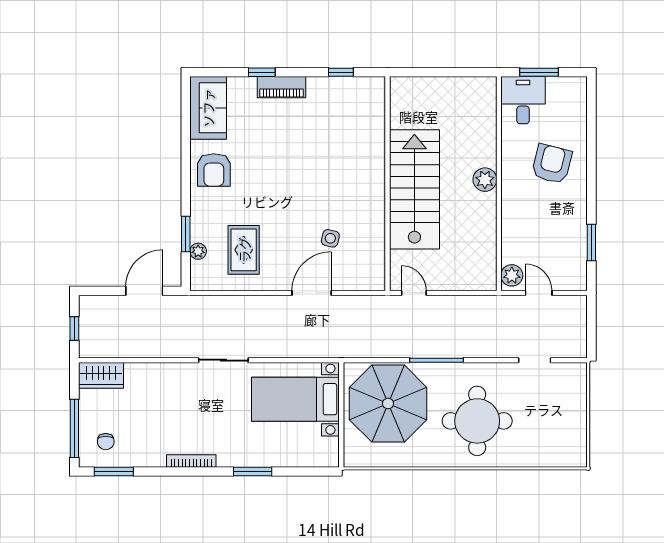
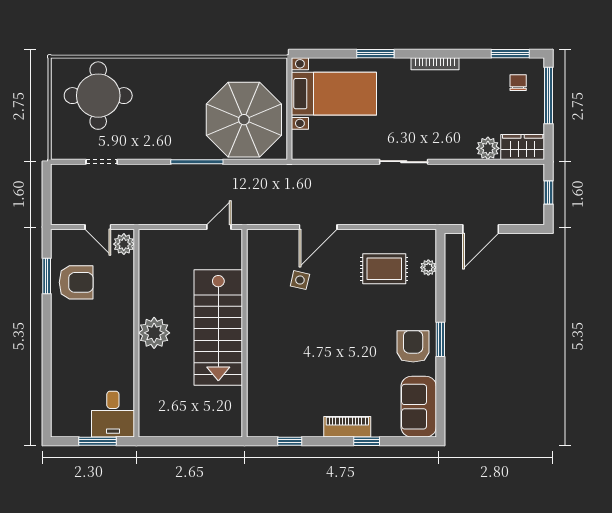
armchair: (552, 164) -> (76, 282), moved, turned -104
plant: (485, 180) -> (154, 333), width x1.36, depth x1.36
window: (186, 234) -> (440, 339), moved
rug: (244, 250) -> (384, 269), turned 90
door: (414, 293) -> (219, 227), swing flipped
plant: (137, 374) -> (488, 148), added
bed with nightstands: (295, 399) -> (334, 94), moved
round table: (477, 421) -> (98, 96), moved

